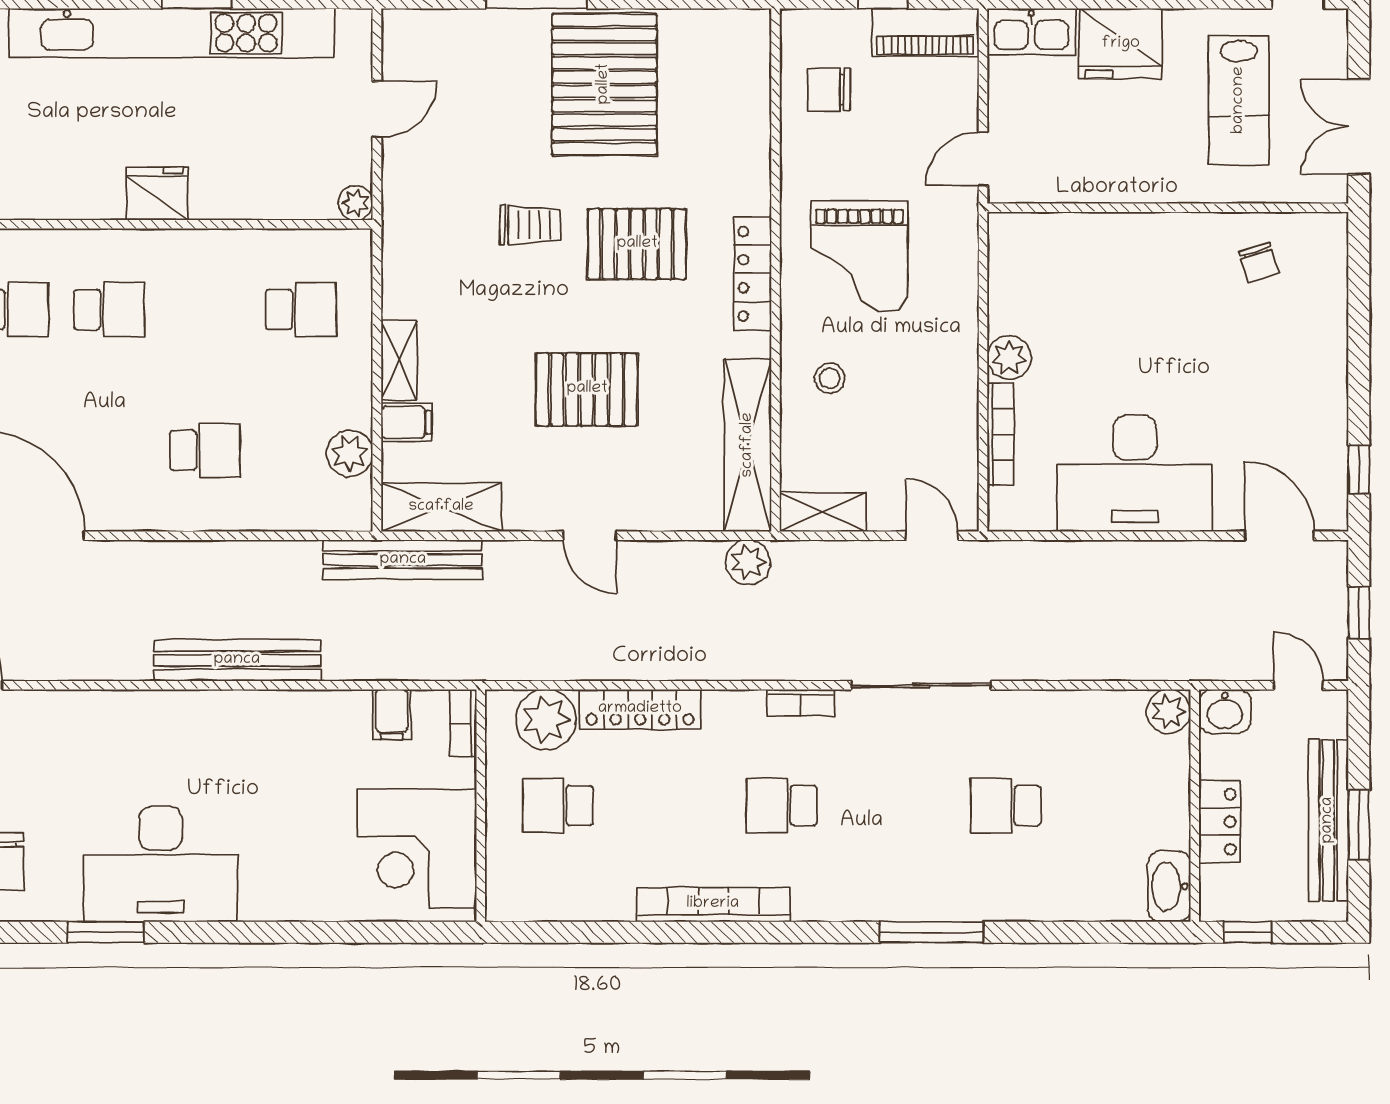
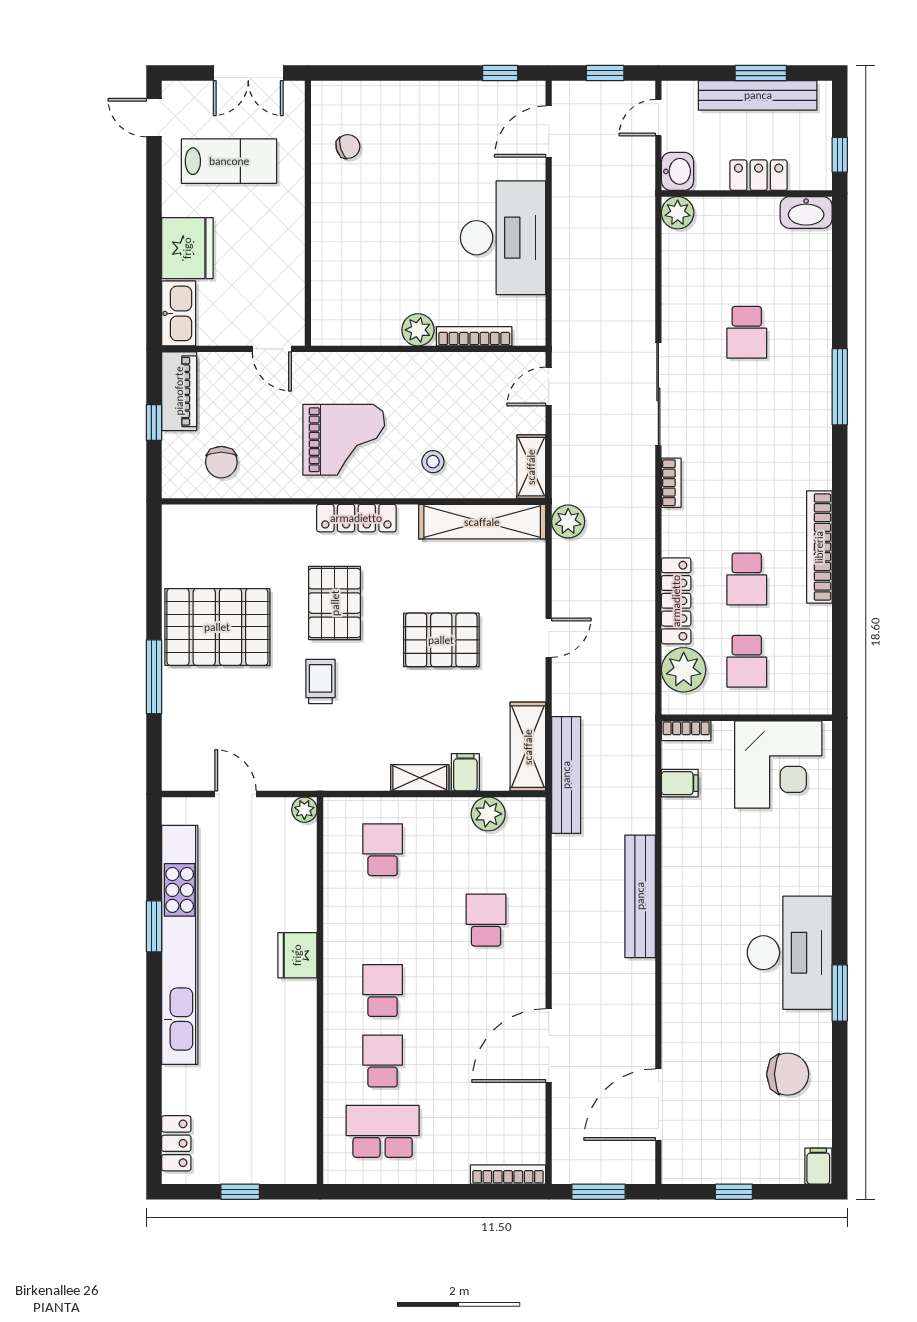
pallet: (587, 389) -> (441, 640), turned 90
school desk: (782, 806) -> (747, 579), moved

